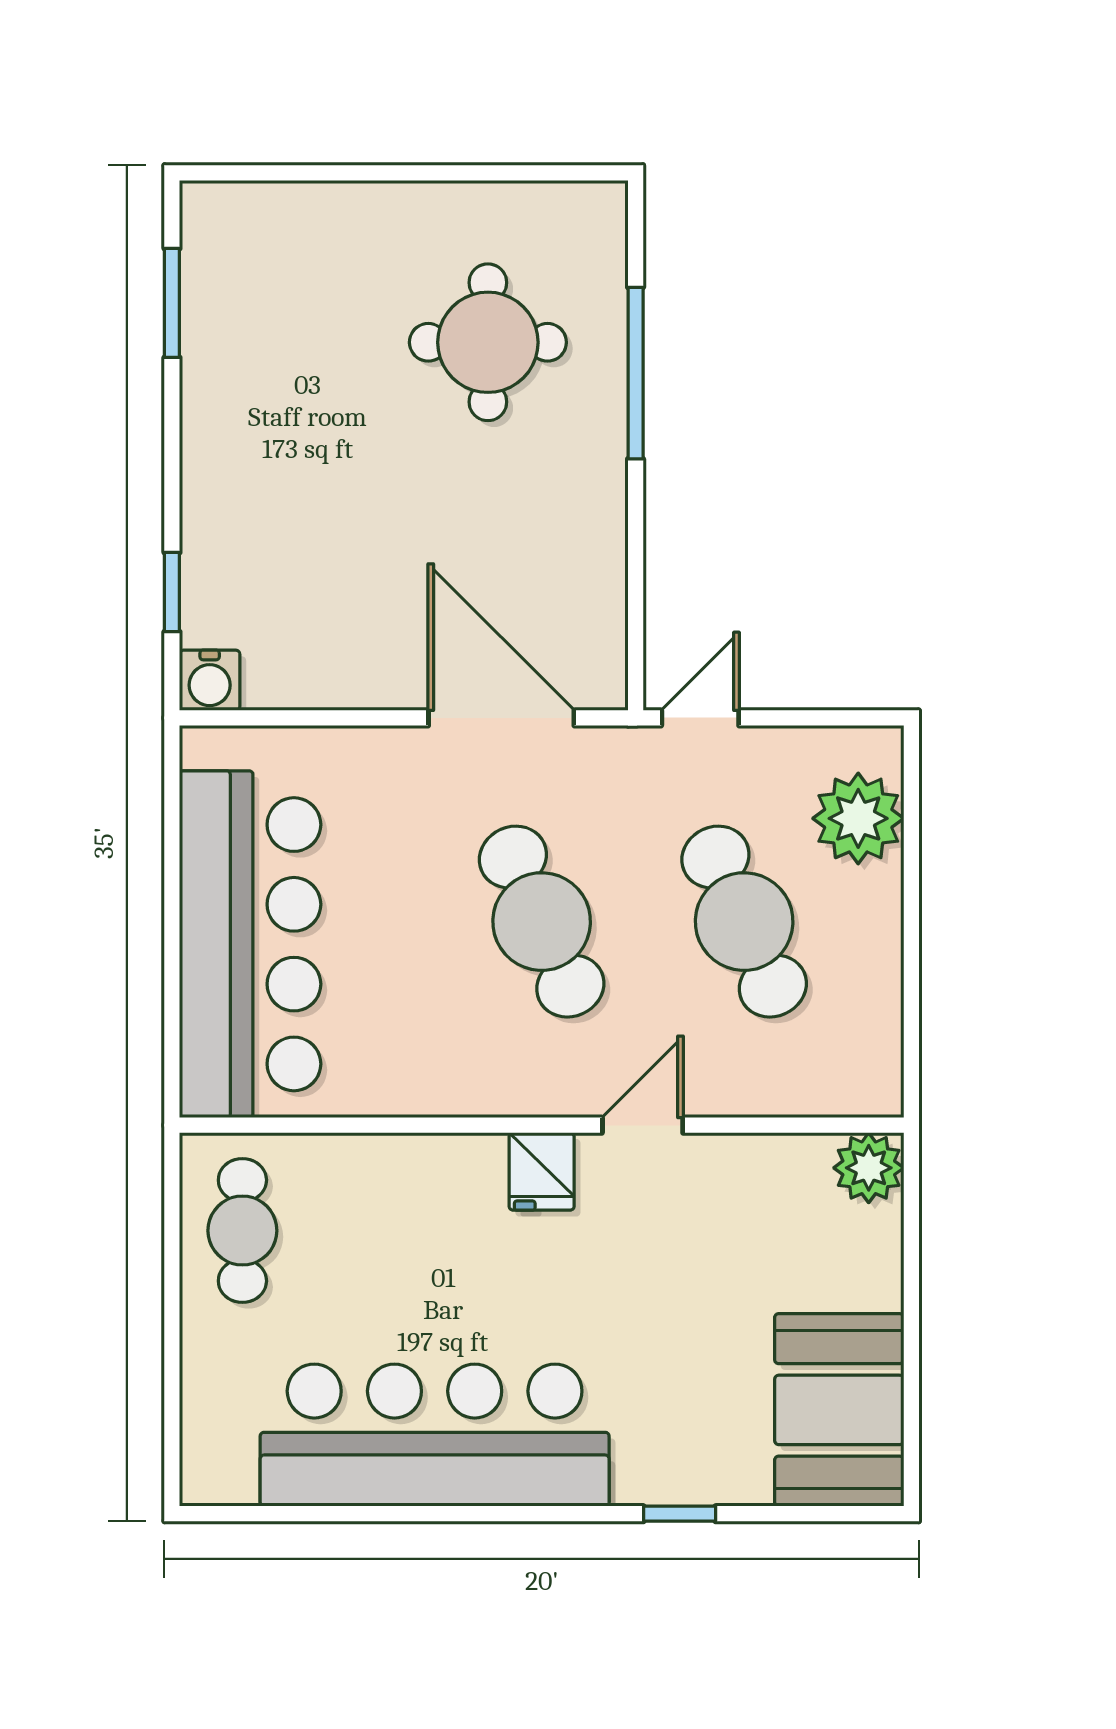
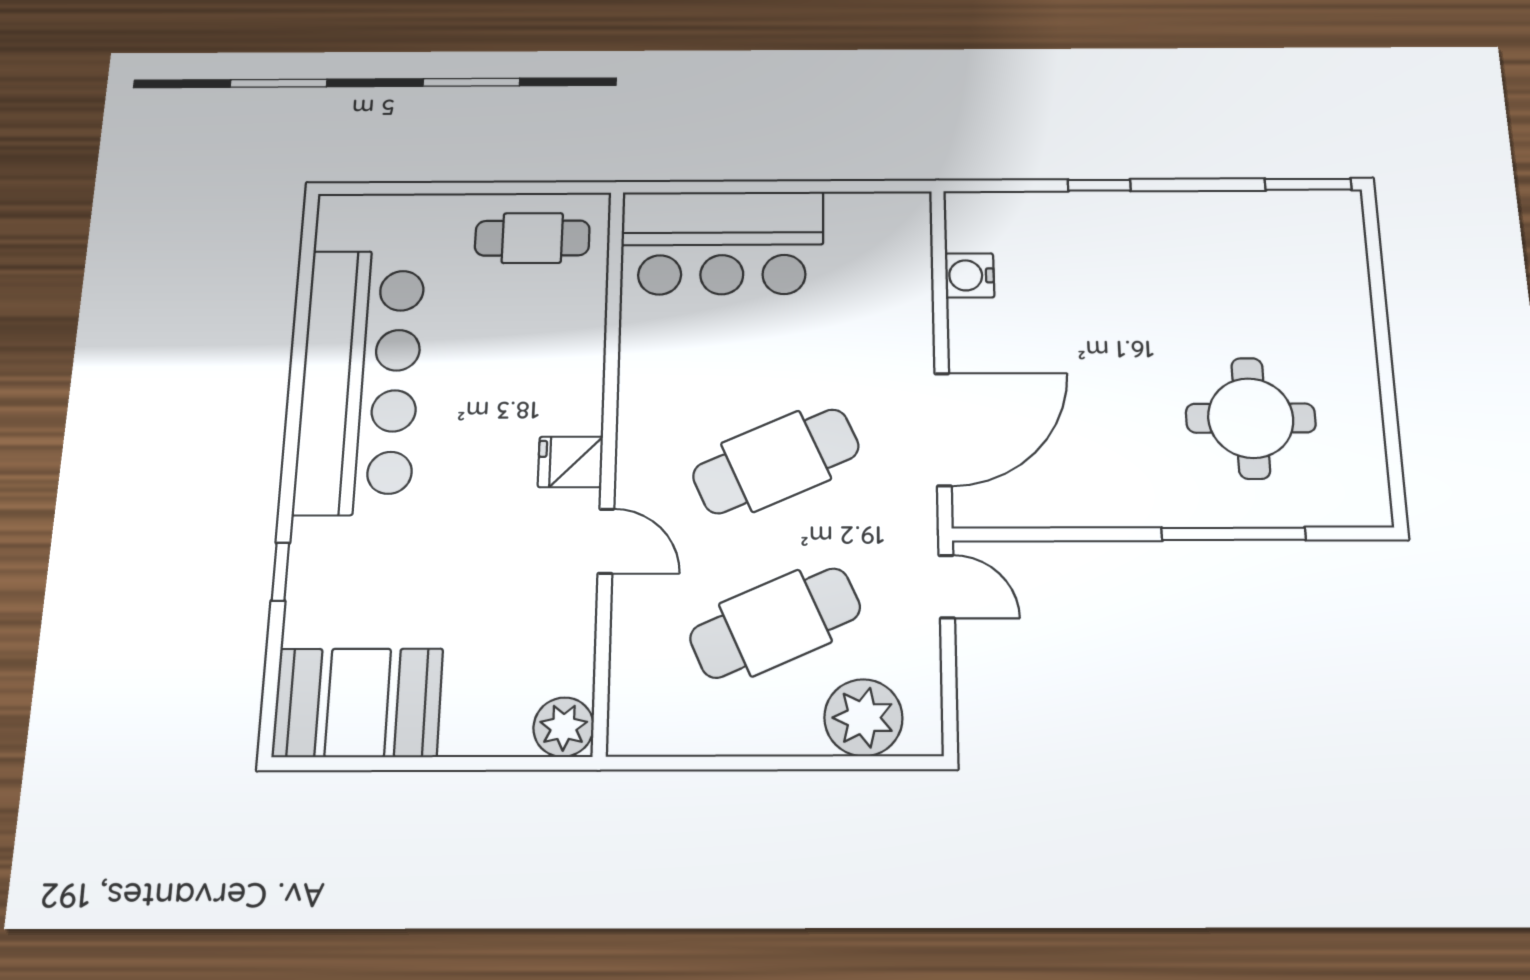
window: (172, 303) -> (1308, 184), moved
window: (172, 592) -> (1099, 185), moved
water cooler: (210, 680) -> (970, 275), moved
bar counter: (250, 944) -> (722, 243), width x0.73

